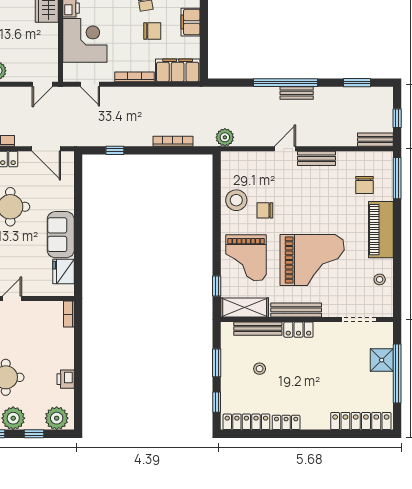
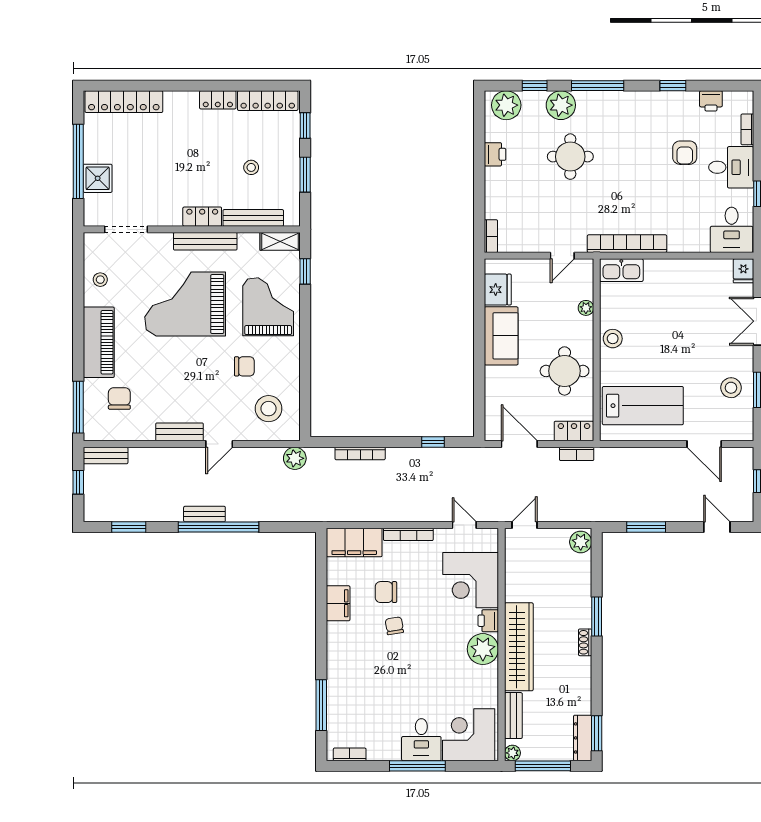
stool: (236, 200) -> (269, 409), moved
shelving: (245, 307) -> (280, 241), width x0.67, depth x0.75

